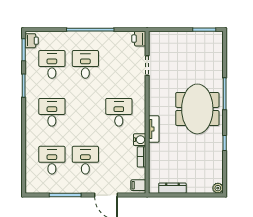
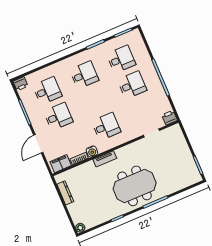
printer: (32, 41) -> (20, 84), moved
filing cabinet: (138, 185) -> (61, 164), width x2.00

